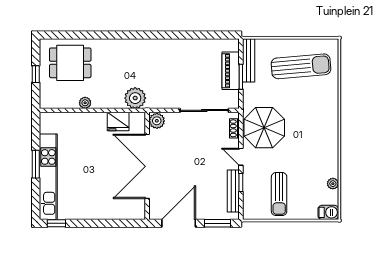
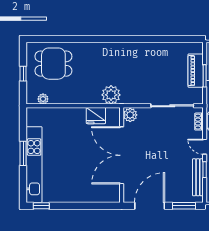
plant: (85, 103) -> (43, 99), moved

